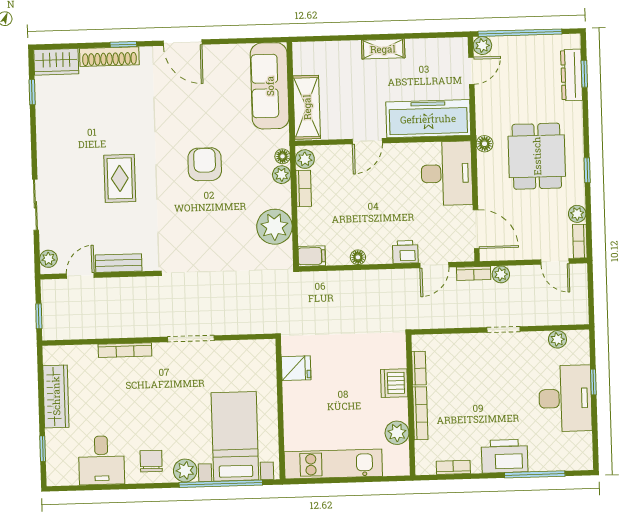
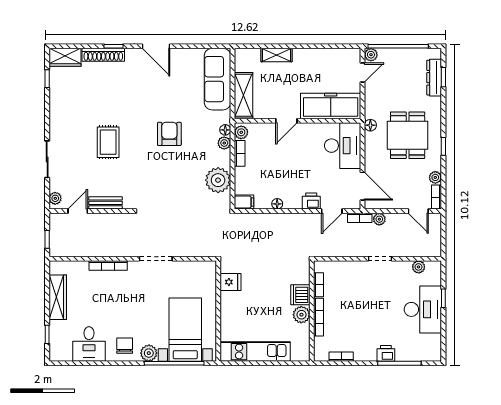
shelving: (383, 49) -> (277, 55), moved
plant: (397, 433) -> (301, 315), moved
printer: (505, 456) -> (386, 353), width x0.53, depth x0.68

